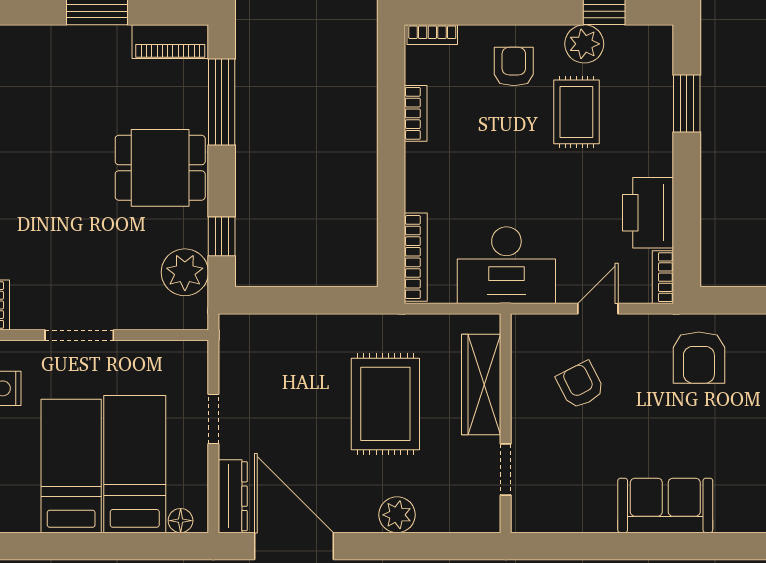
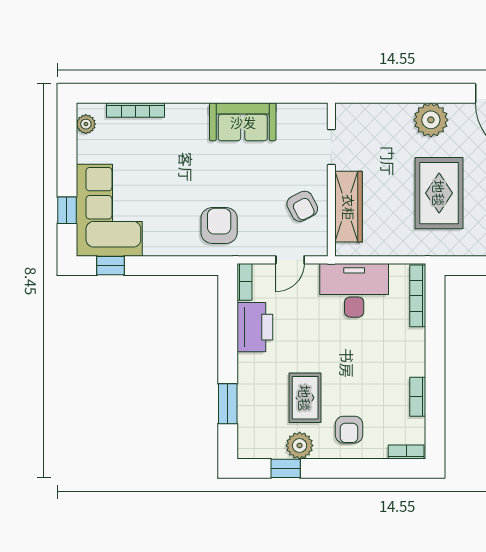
wardrobe: (481, 385) -> (349, 207), moved
wall: (506, 423) -> (331, 179), moved
doorway: (506, 470) -> (331, 147), moved
plant: (397, 515) -> (431, 120), width x1.36, depth x1.36

